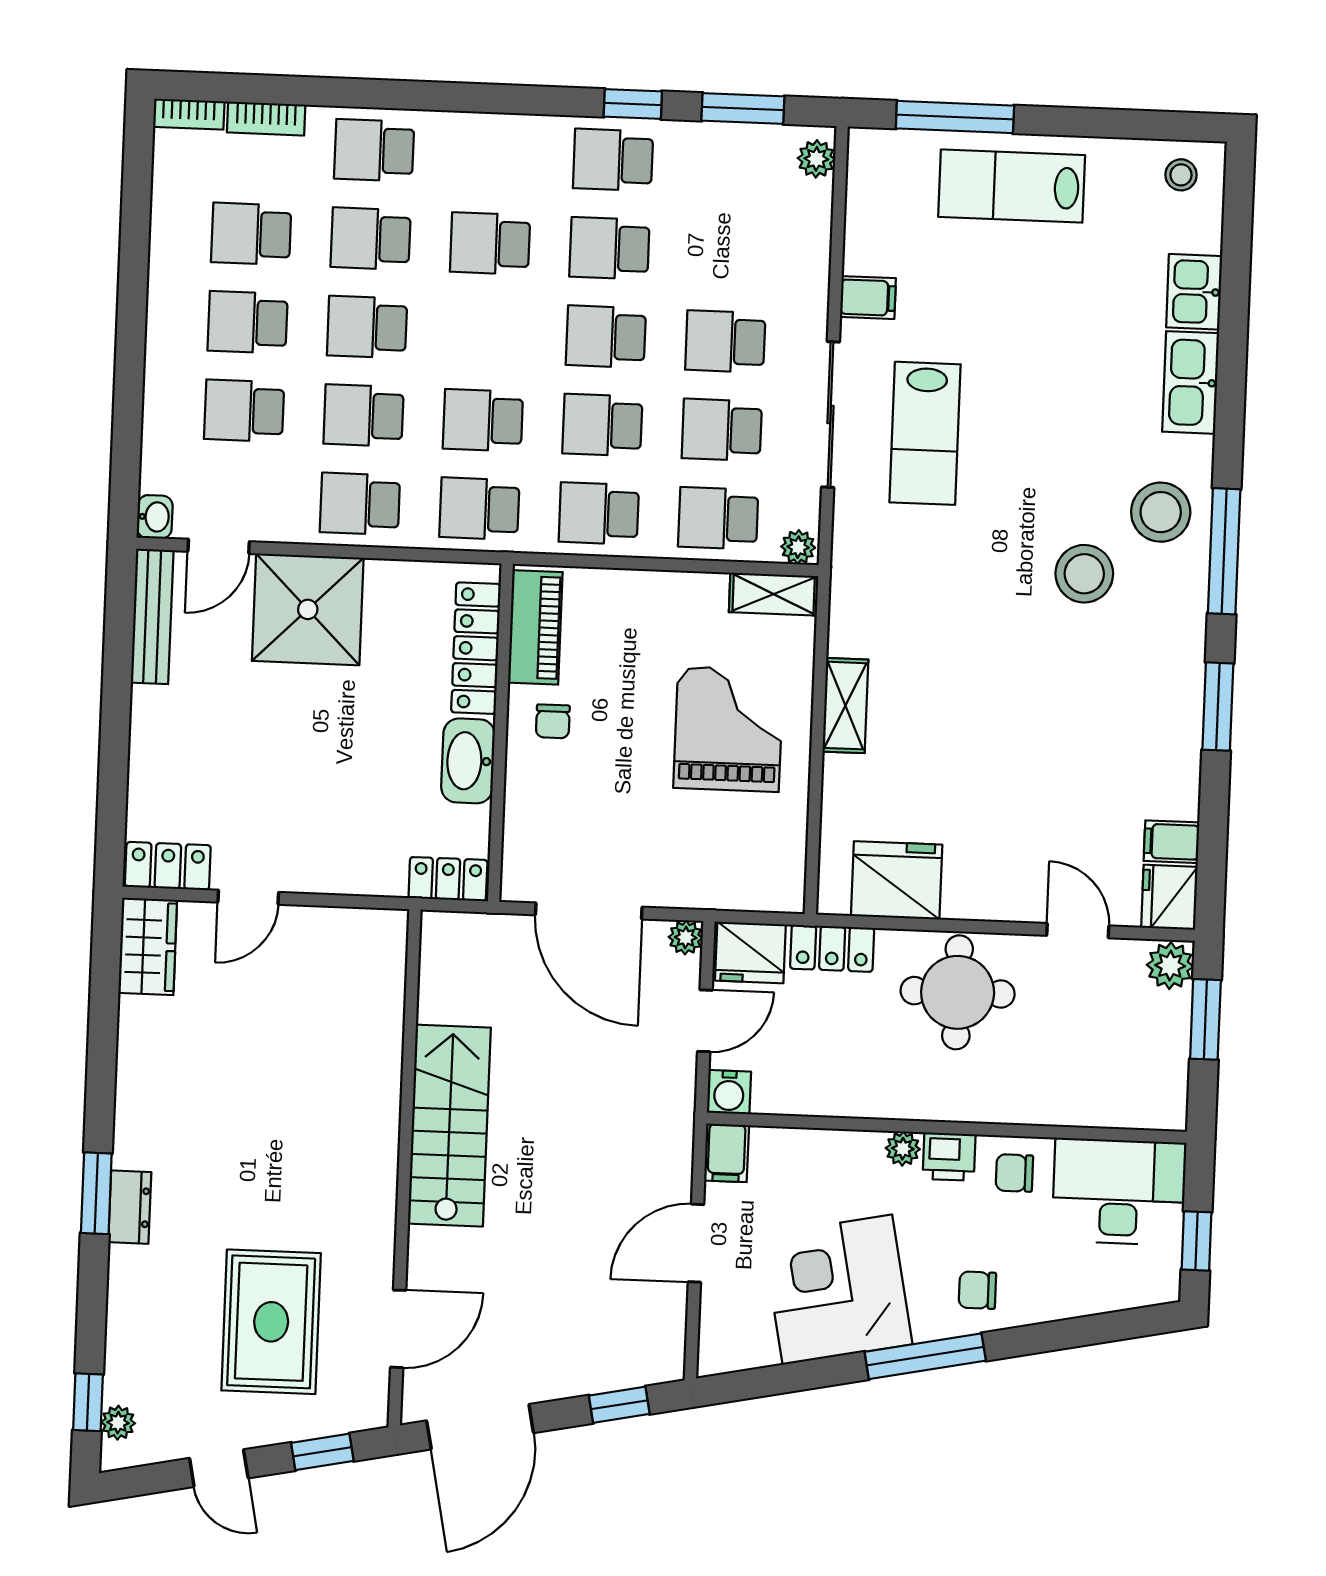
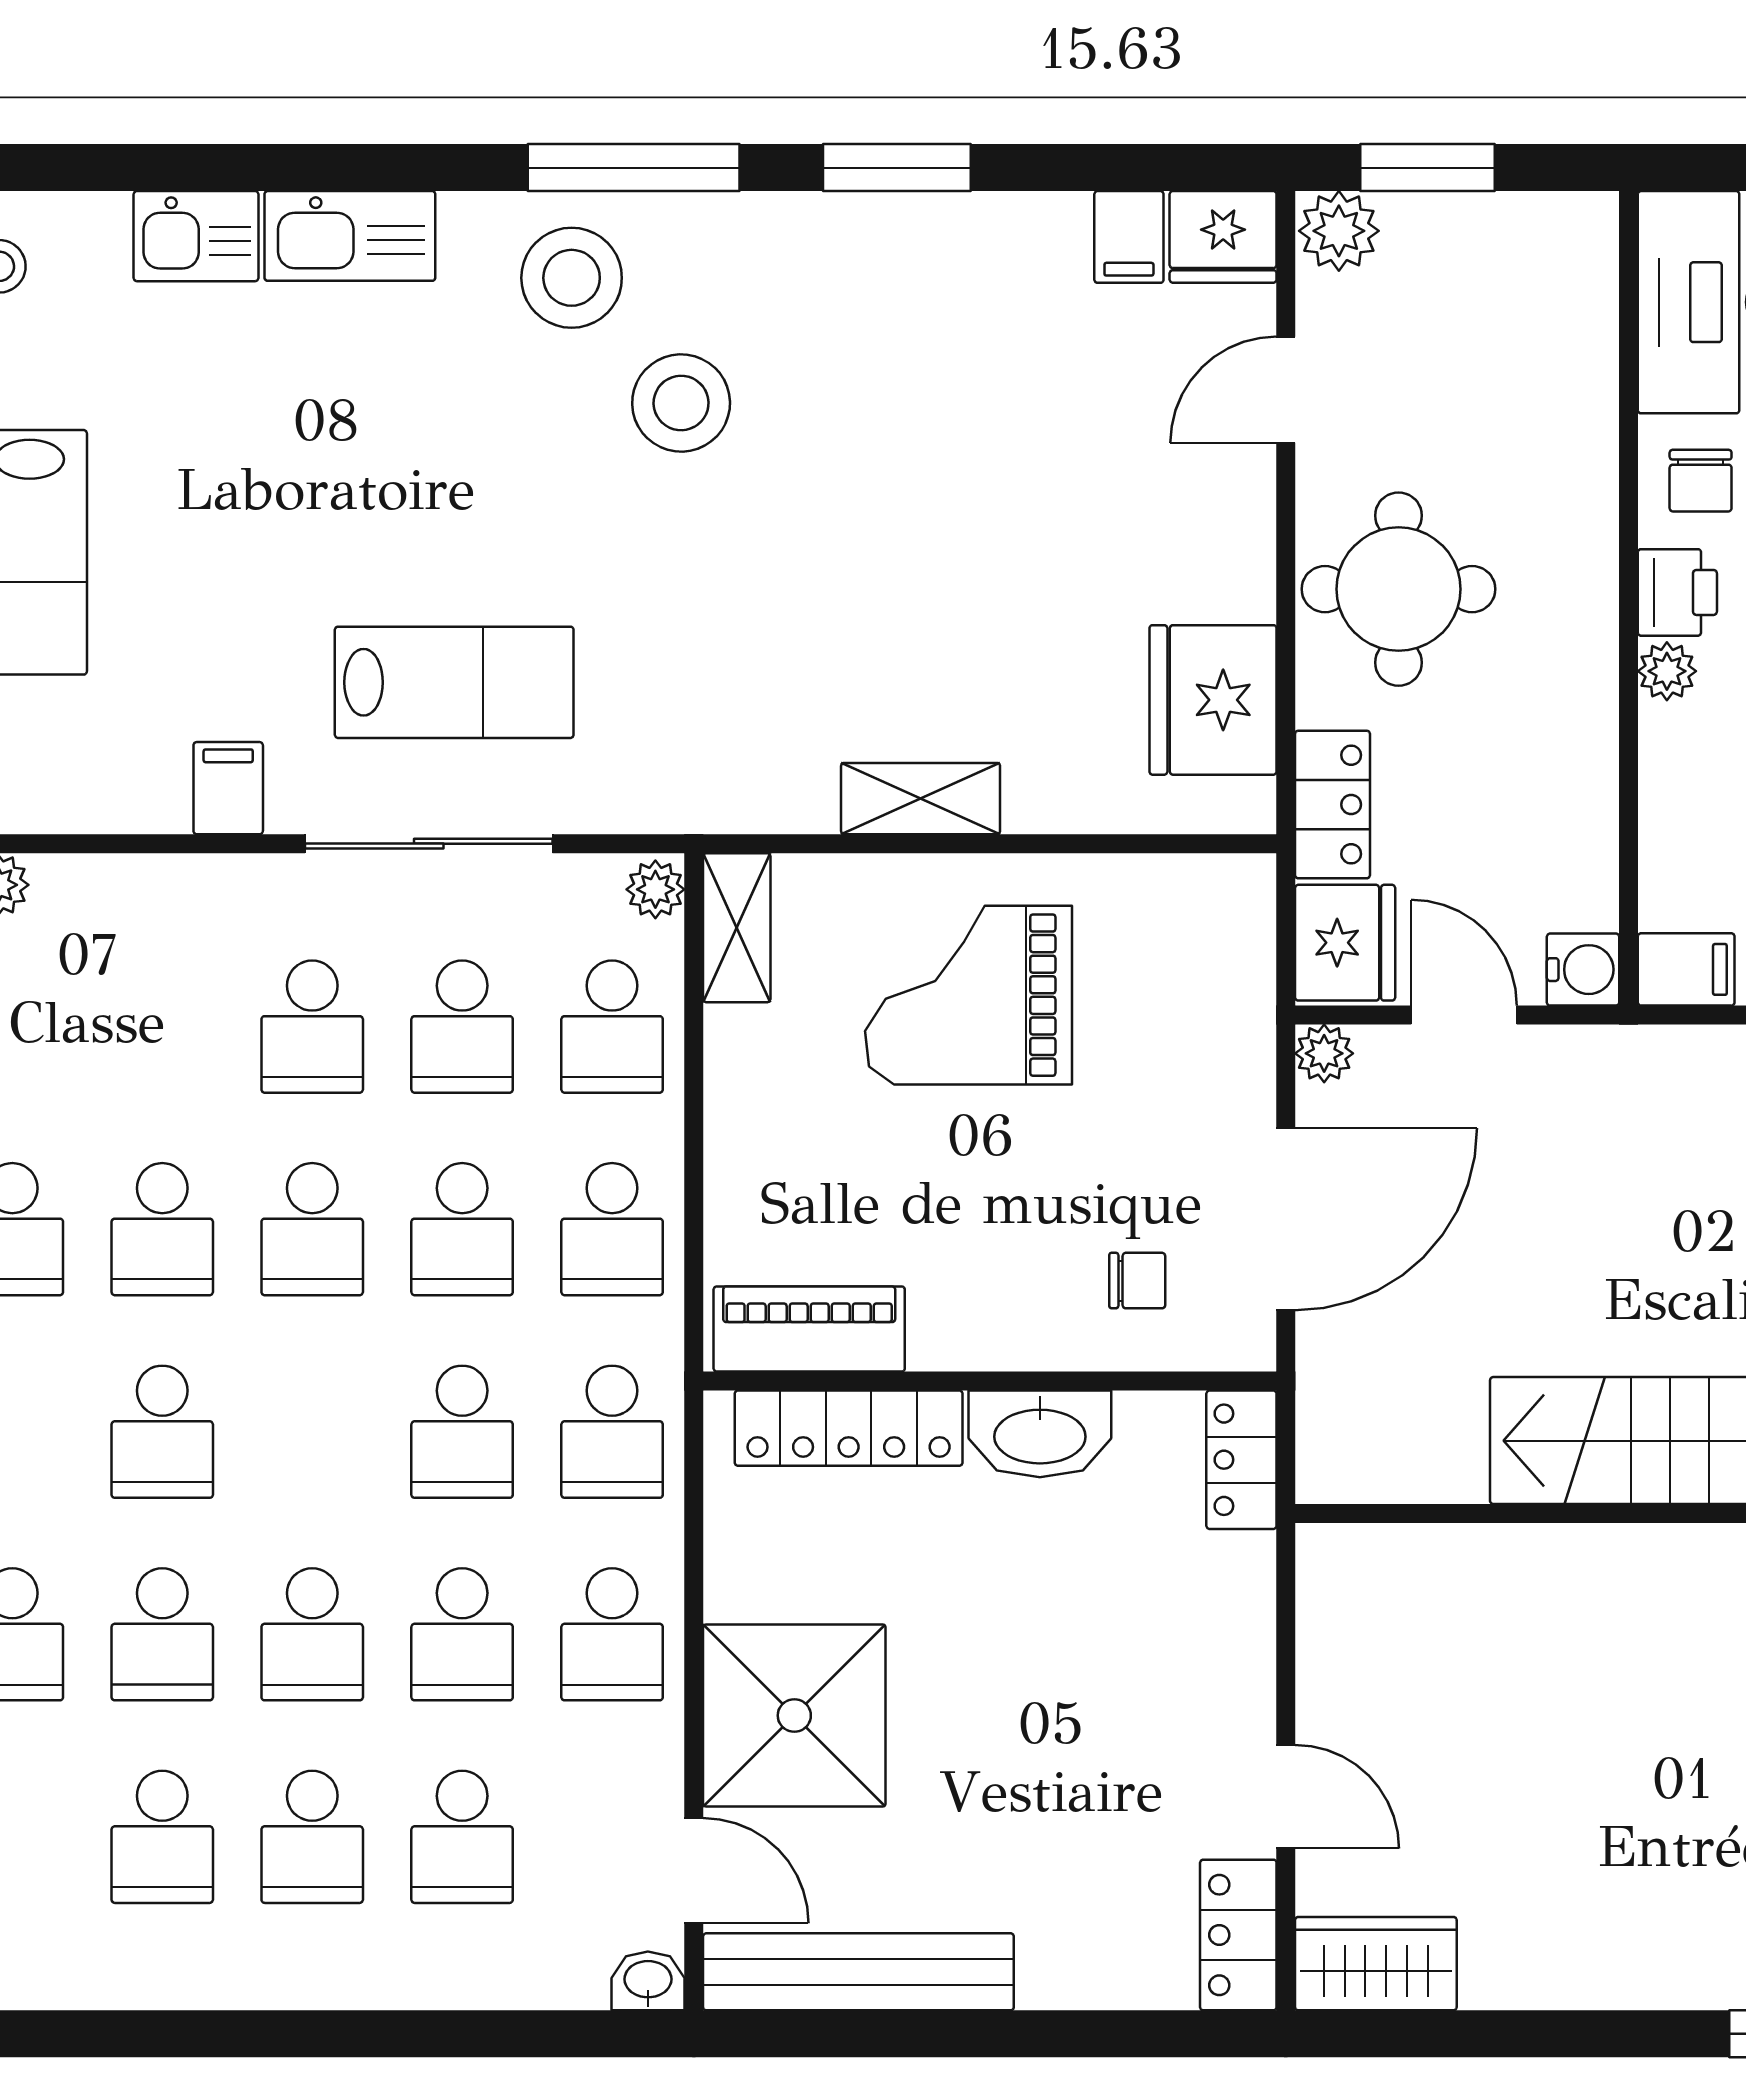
bench: (152, 616) -> (858, 1972), width x1.37, depth x1.21
chair: (553, 721) -> (1137, 1281), moved

